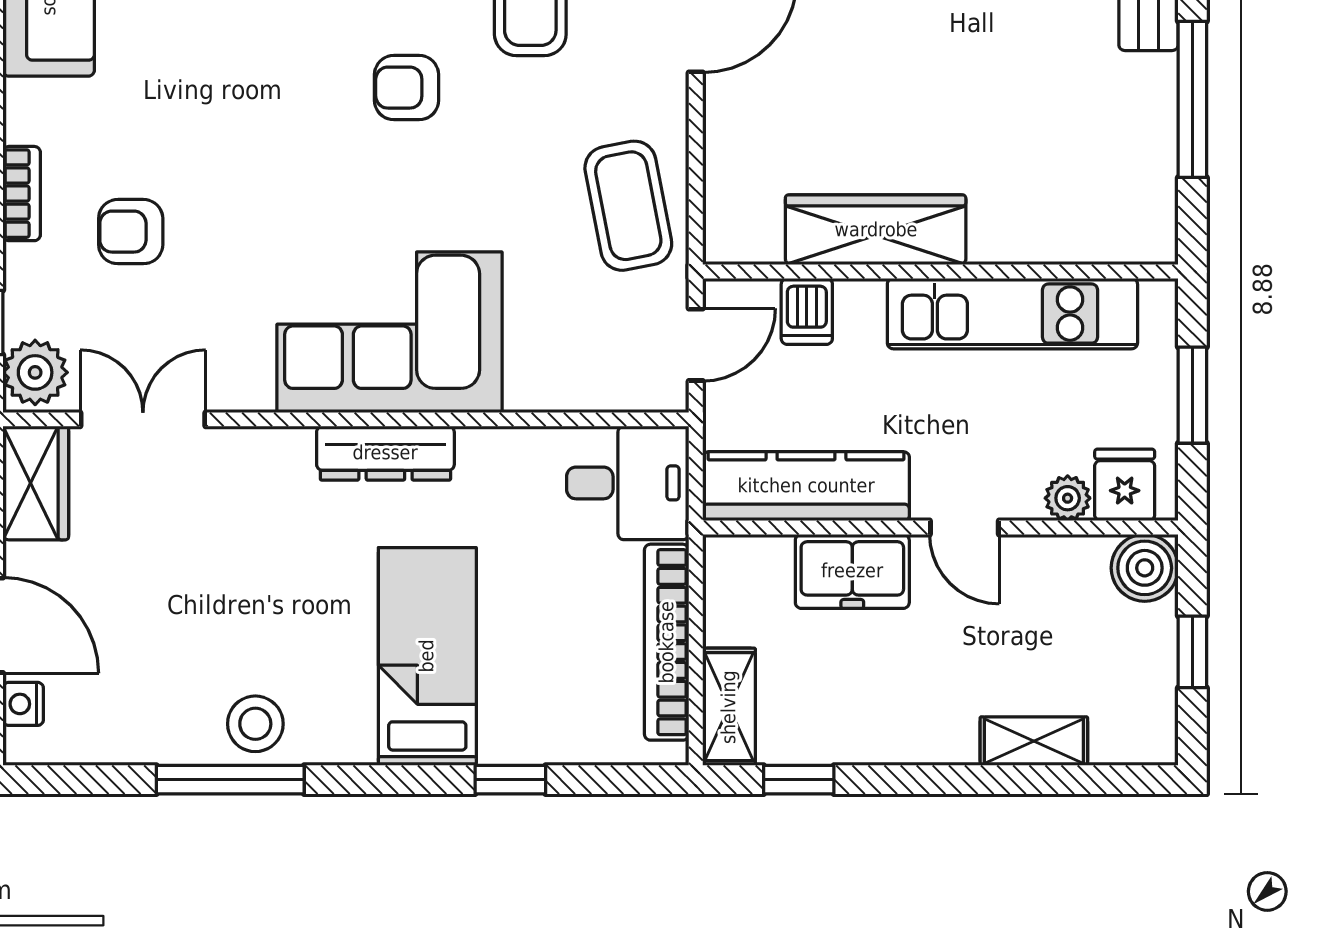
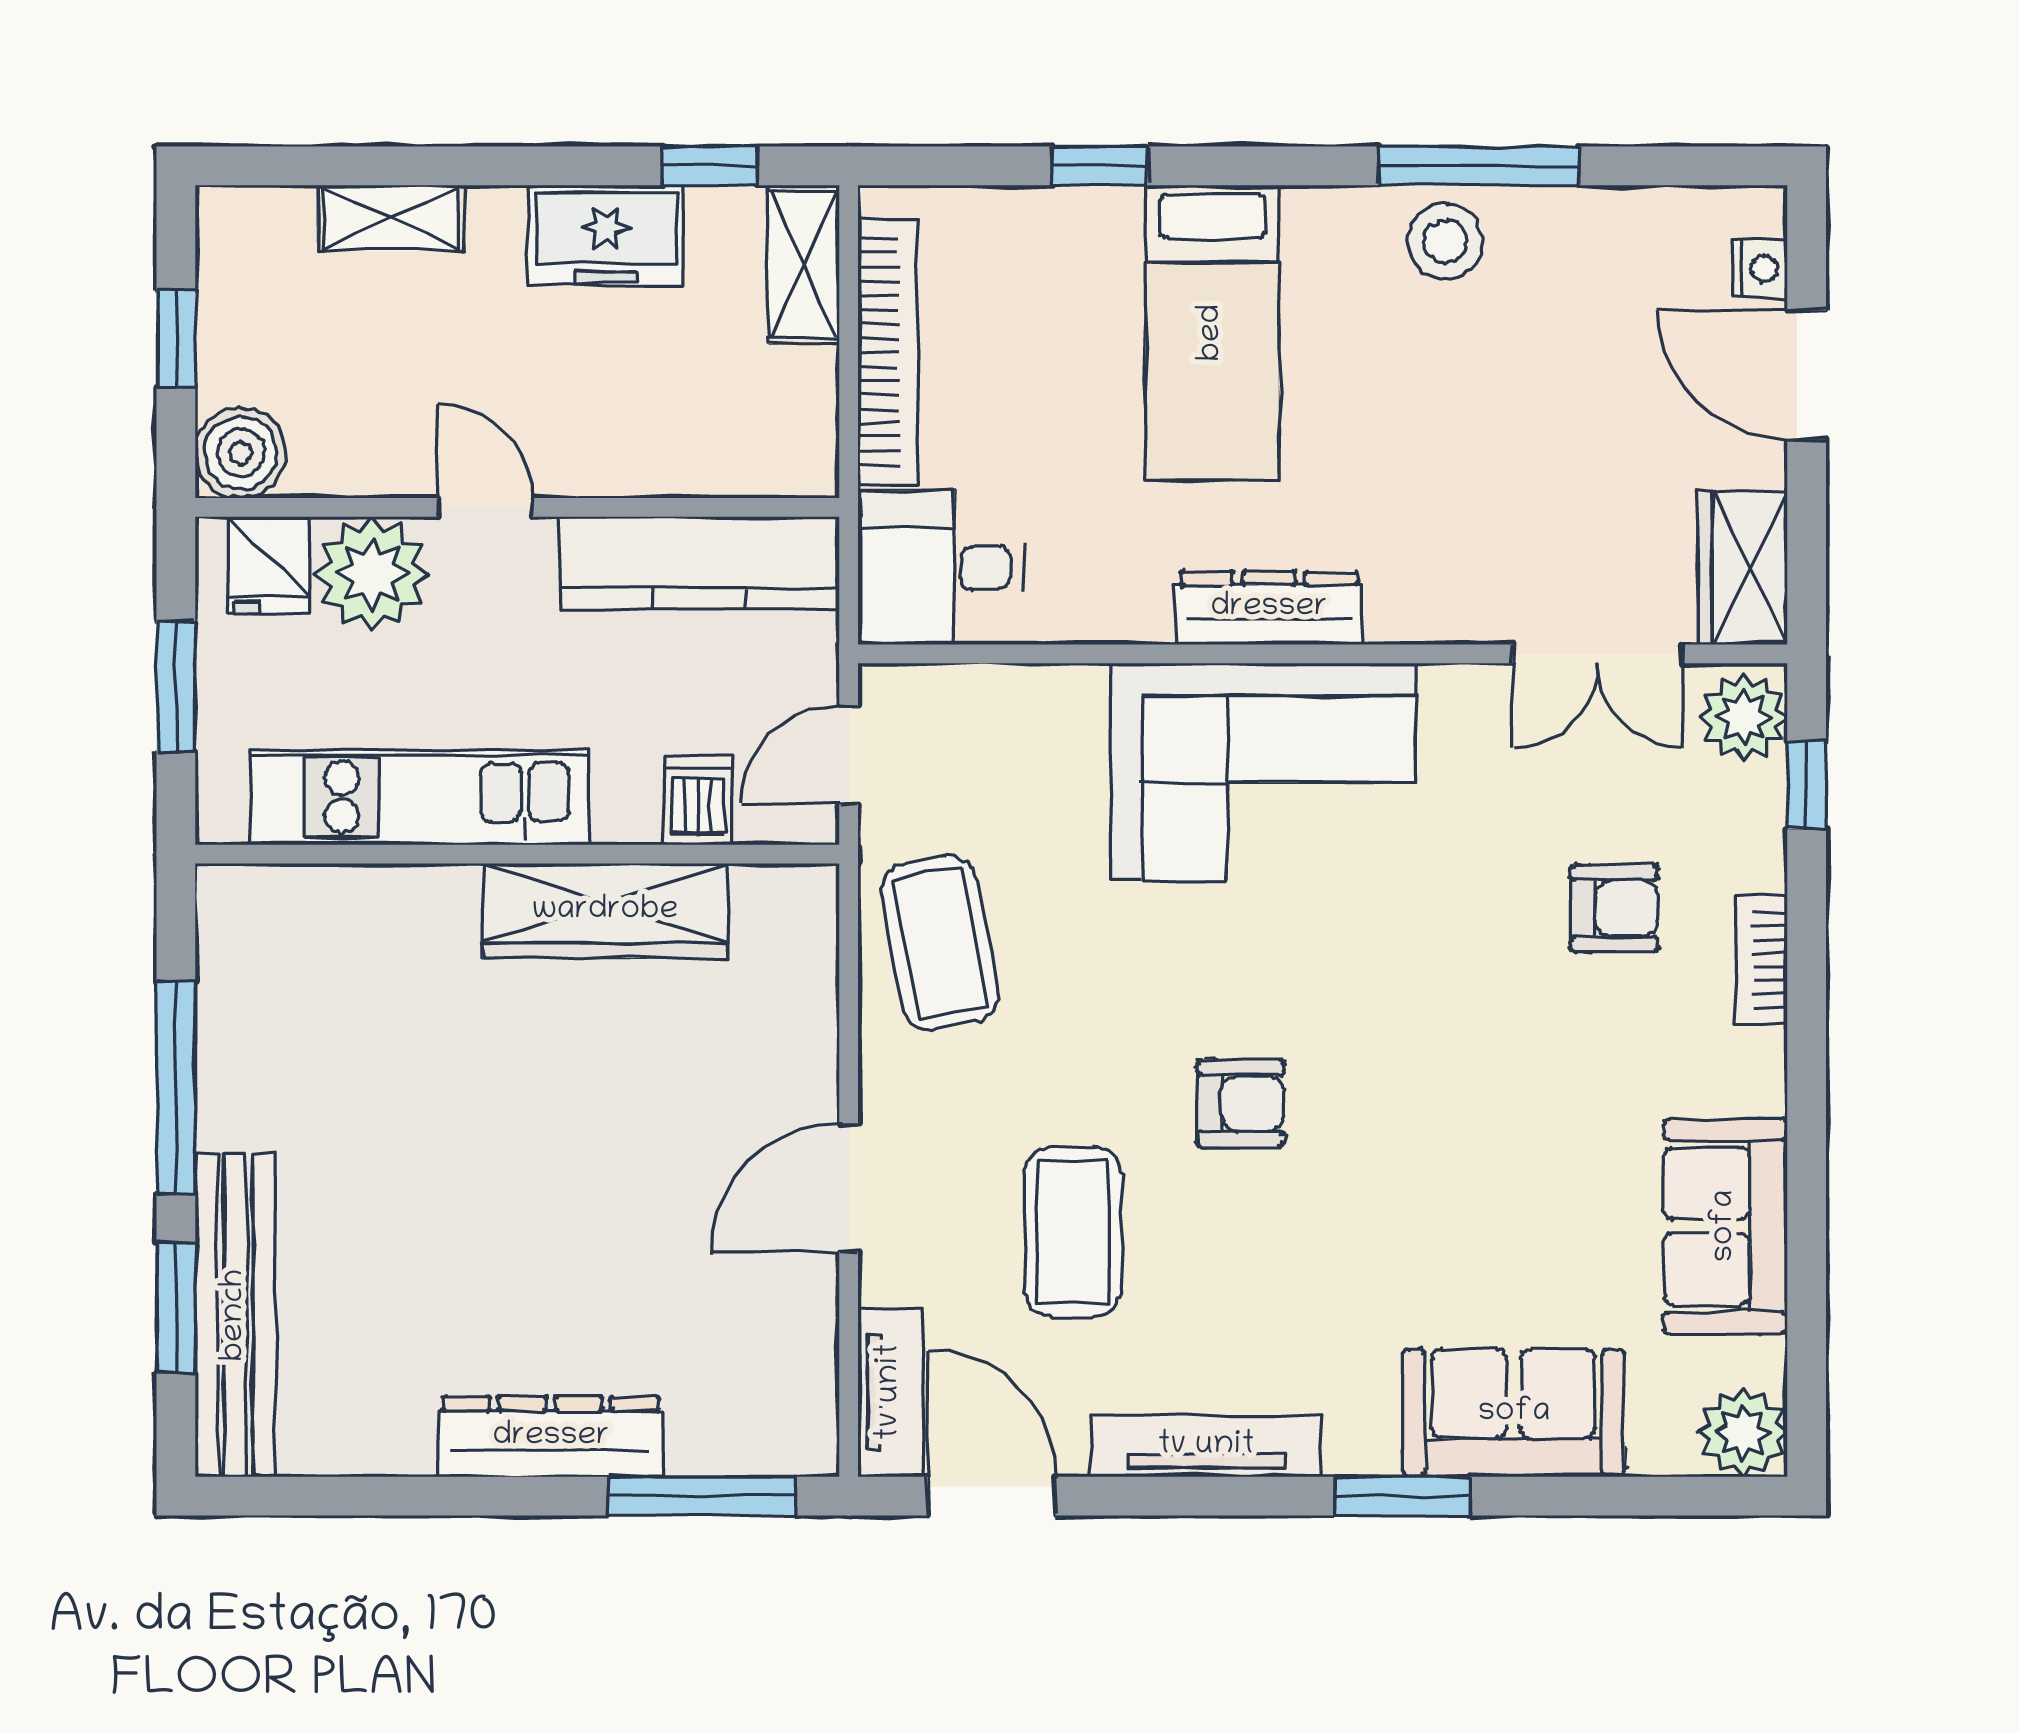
plant: (1068, 498) -> (372, 574), width x1.88, depth x1.88
freezer: (852, 571) -> (606, 235), moved, turned 180

